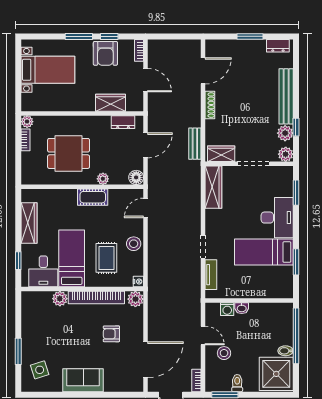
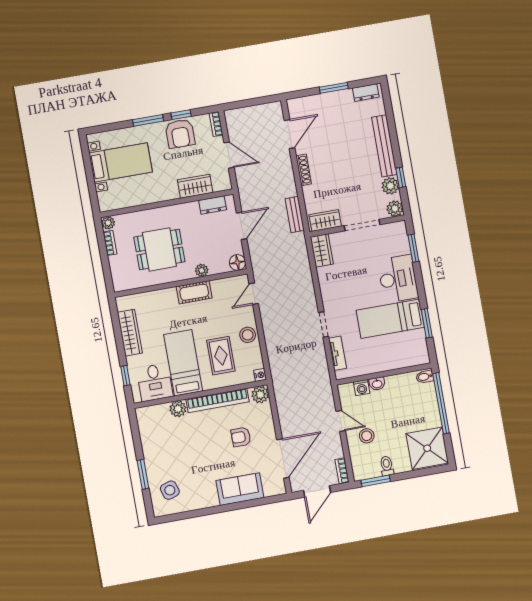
wardrobe: (213, 187) -> (322, 250), width x0.67
bidet: (285, 351) -> (425, 377), moved
sofa: (83, 380) -> (240, 489), moved

